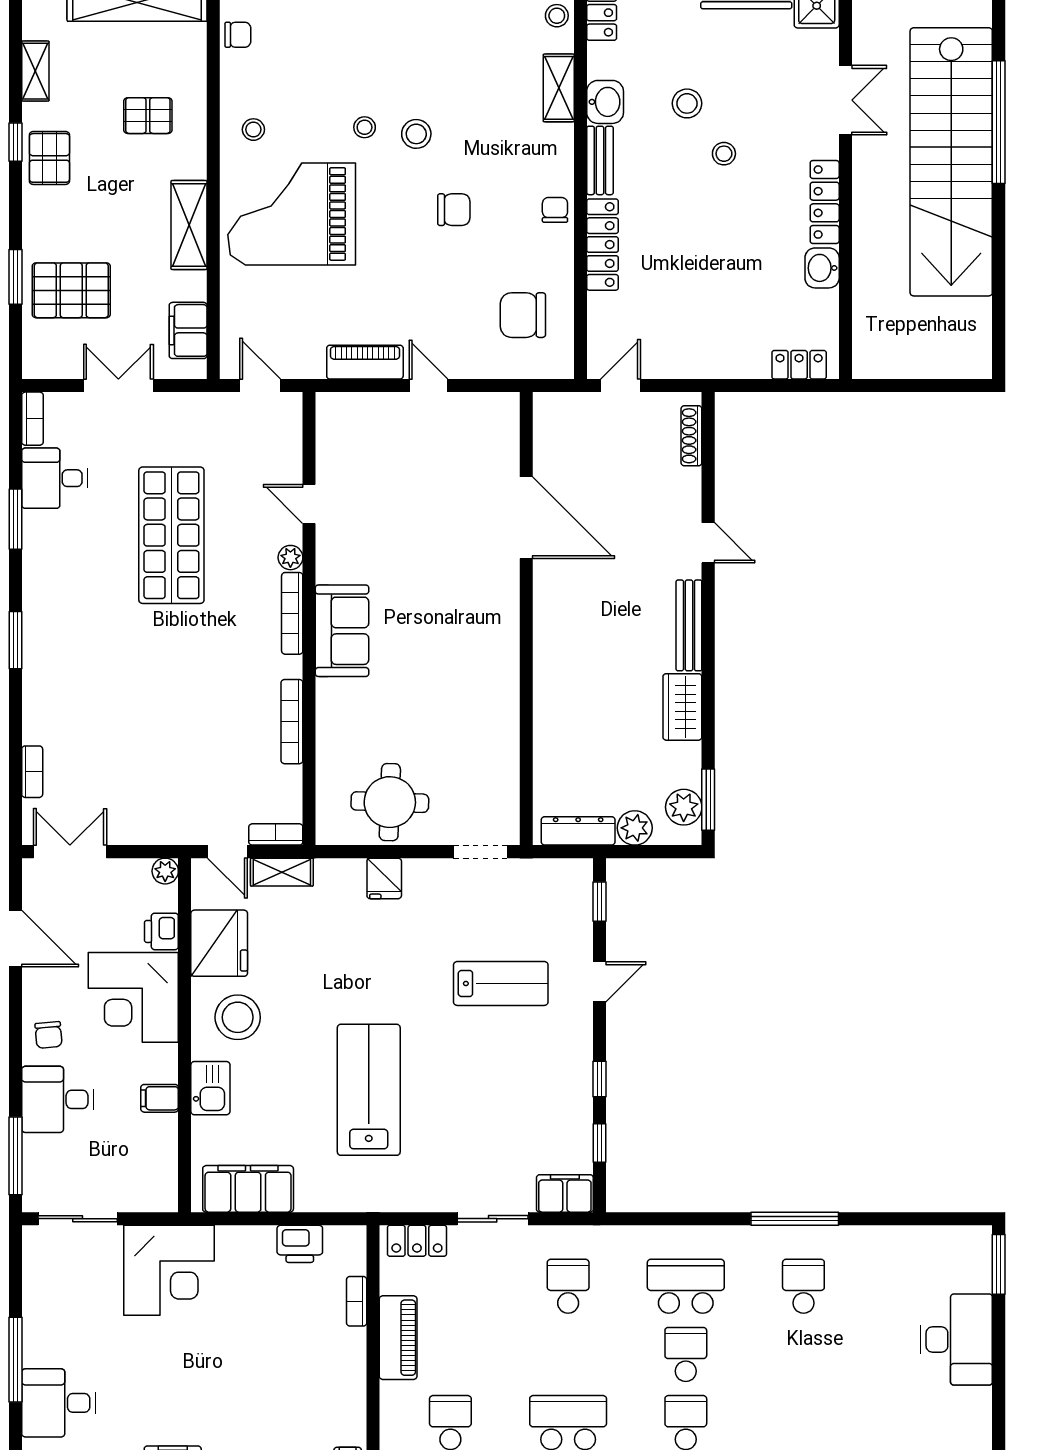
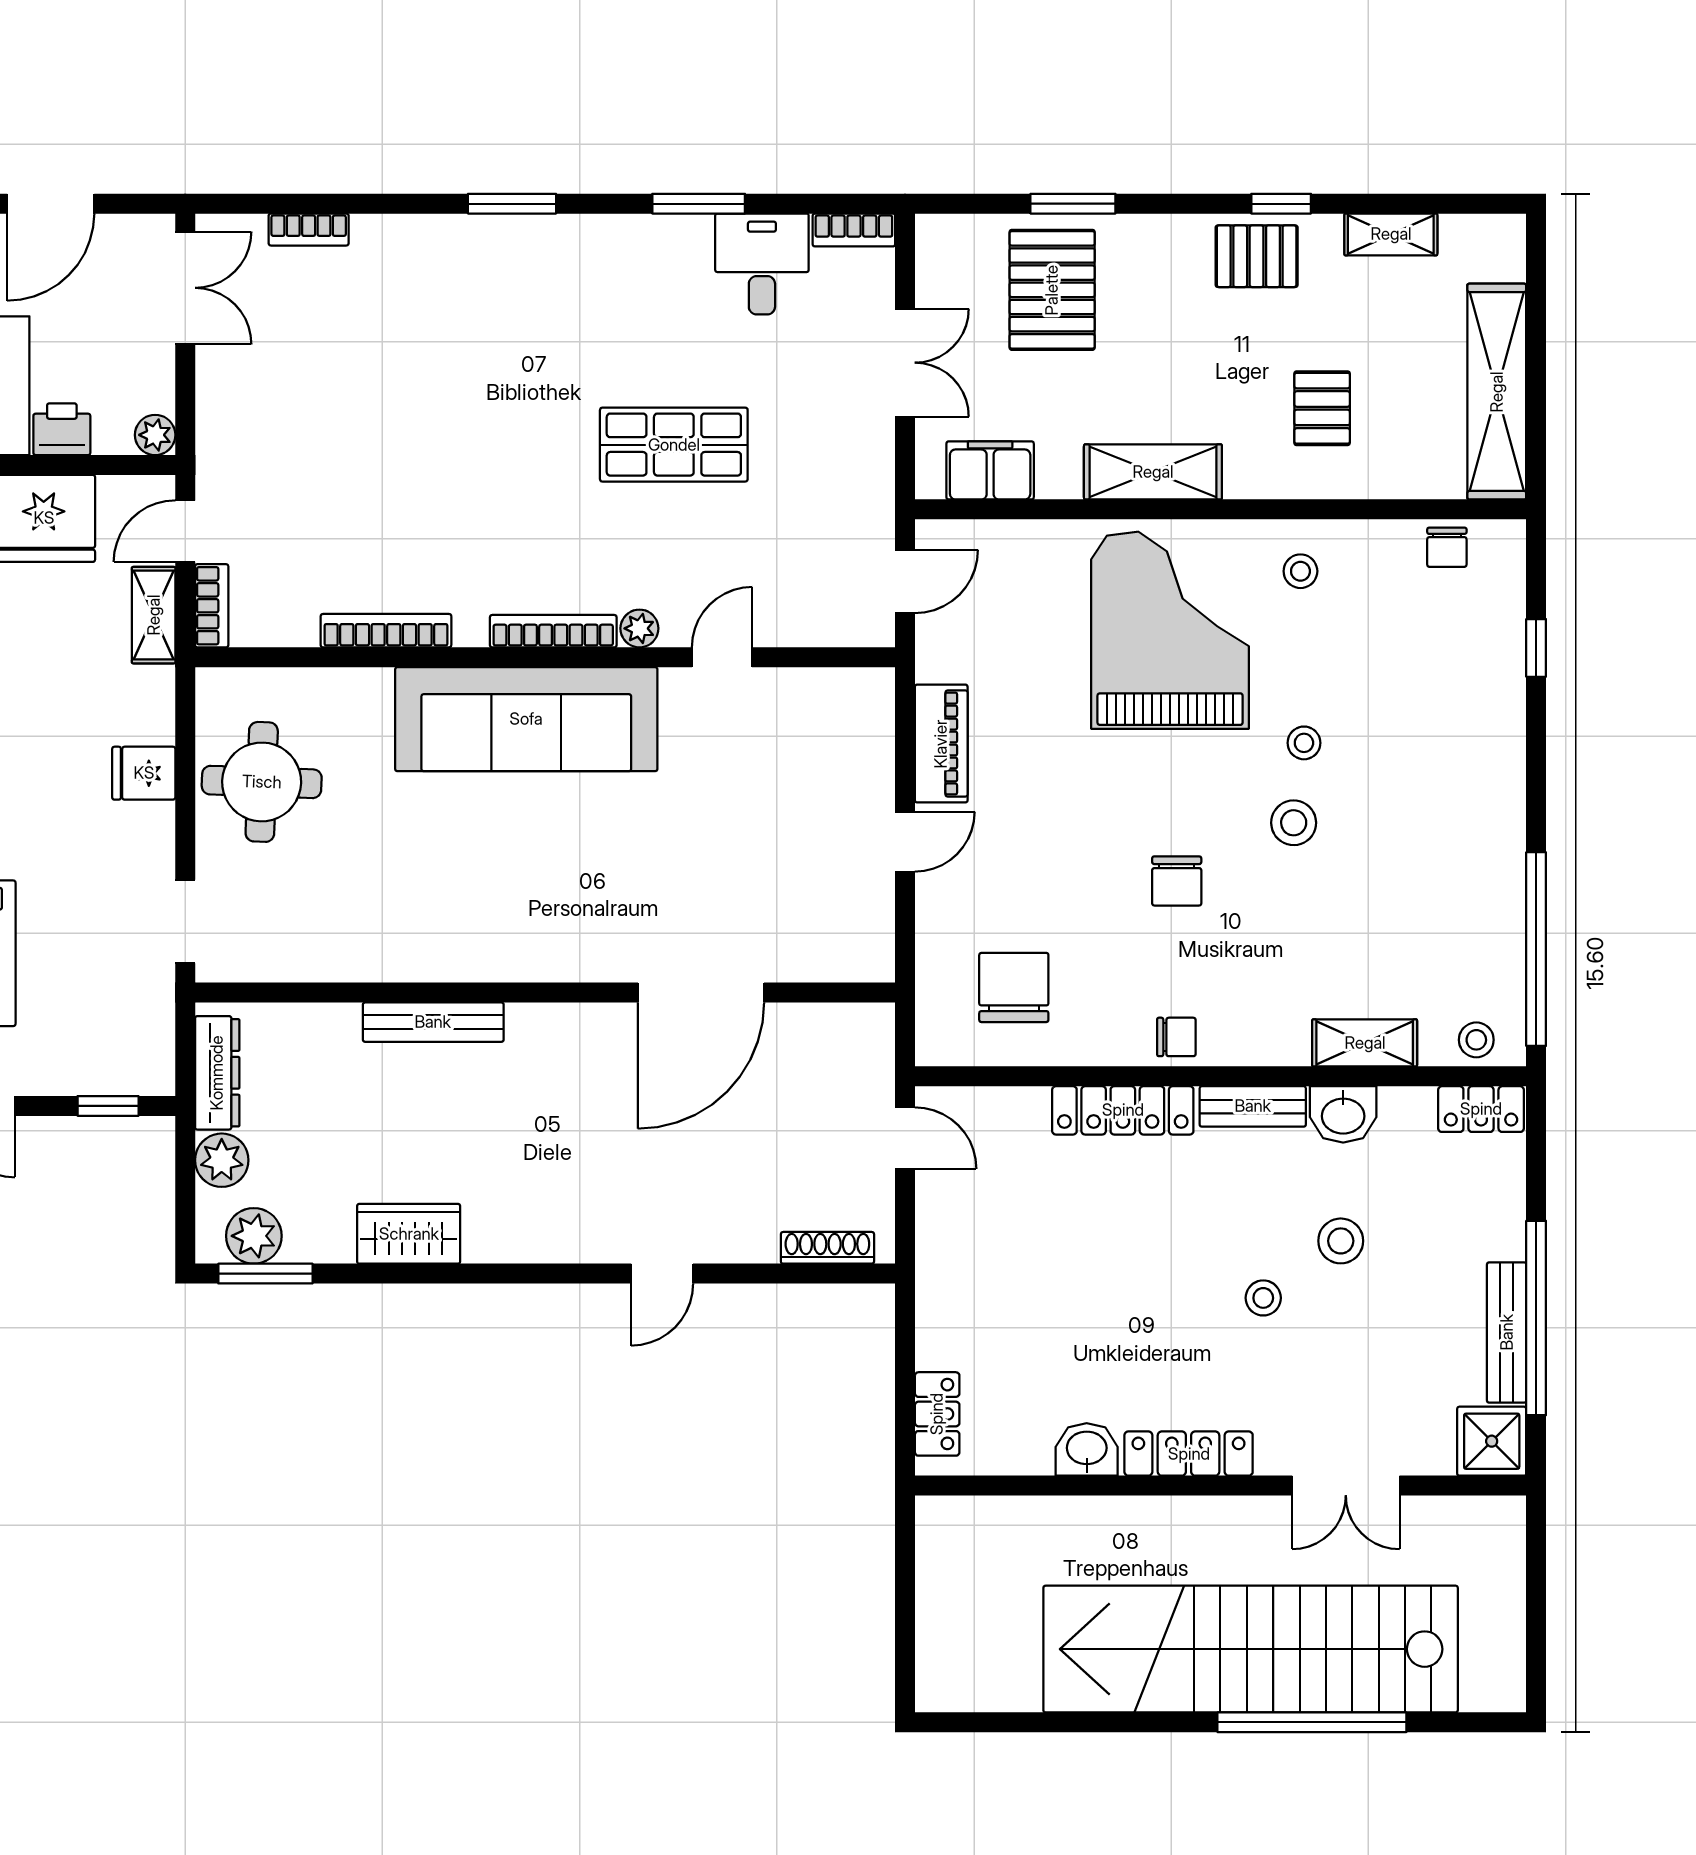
shop shelf: (171, 535) -> (674, 445), width x0.70, depth x0.74
bench: (689, 625) -> (433, 1022), moved
sofa: (342, 631) -> (526, 719), width x1.85, depth x1.27

